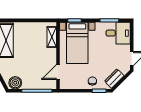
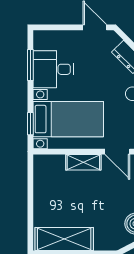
desk: (118, 33) -> (53, 69), moved, turned -90
shelving: (52, 37) -> (83, 162), moved

